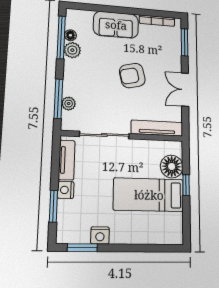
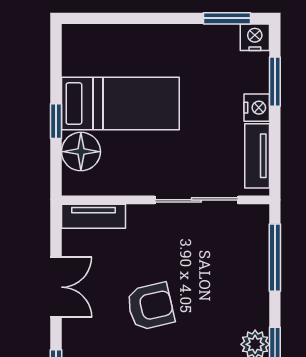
plant: (69, 104) -> (258, 250), removed
tv unit: (157, 128) -> (93, 216), width x0.71
nightstand: (100, 235) -> (255, 37), moved

